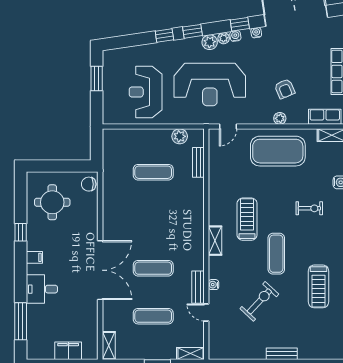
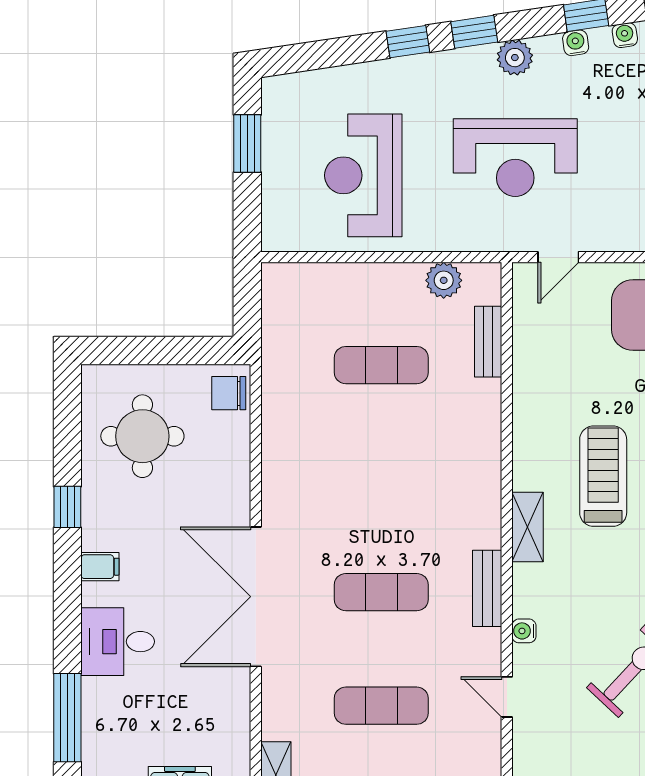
plant: (224, 38) -> (548, 48), removed
reception desk: (210, 84) -> (515, 158), width x0.74, depth x0.77
double door: (100, 270) -> (256, 597), swing flipped
bench: (198, 287) -> (487, 588), moved

